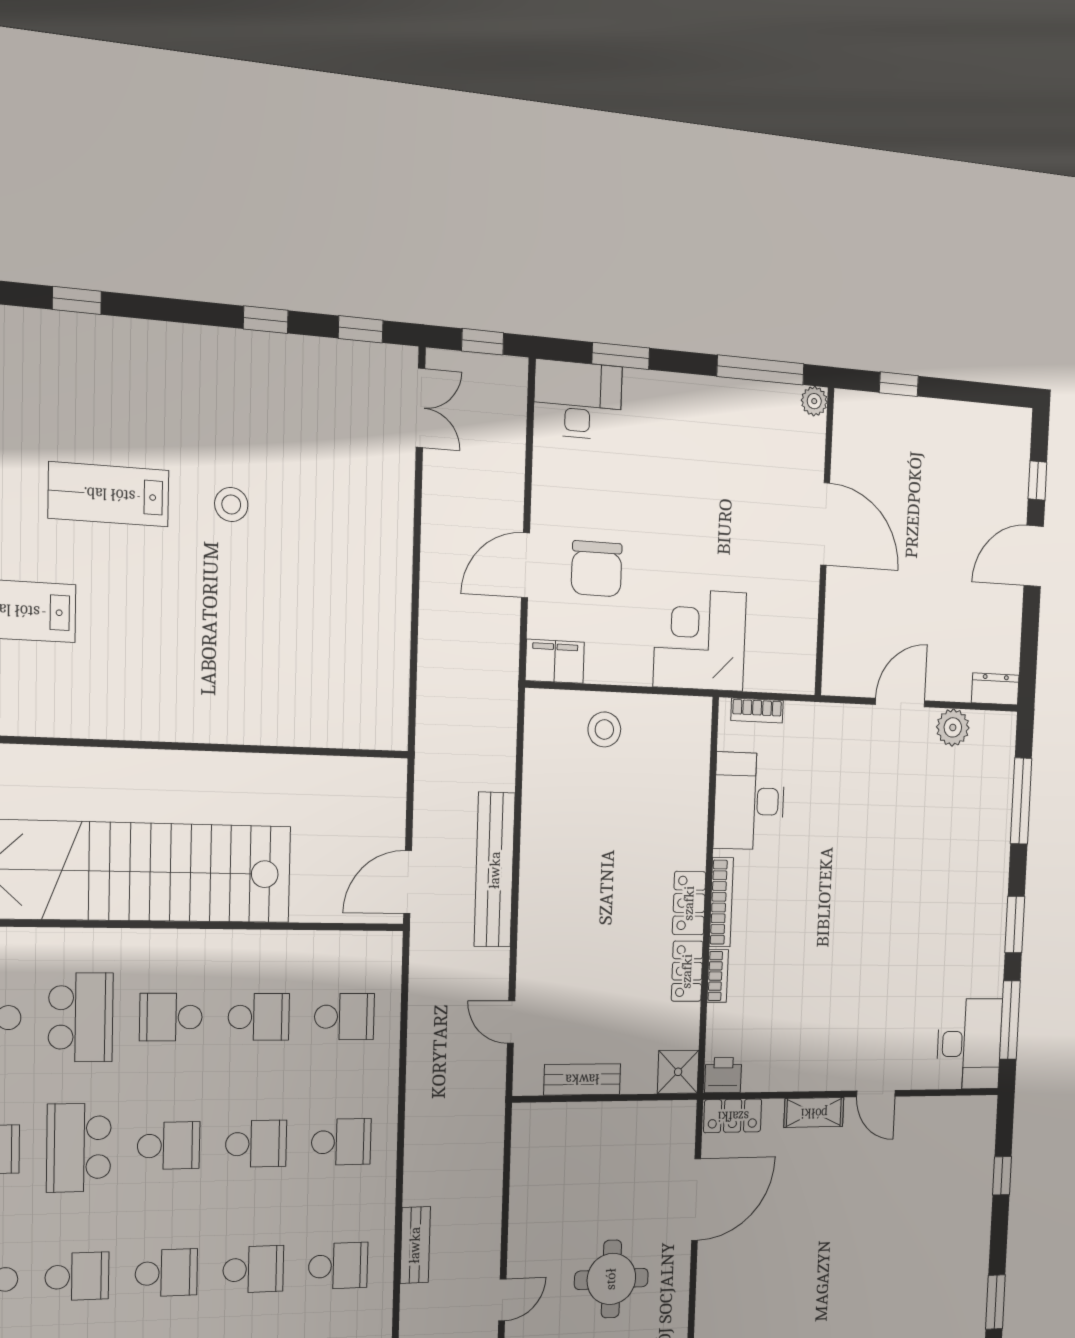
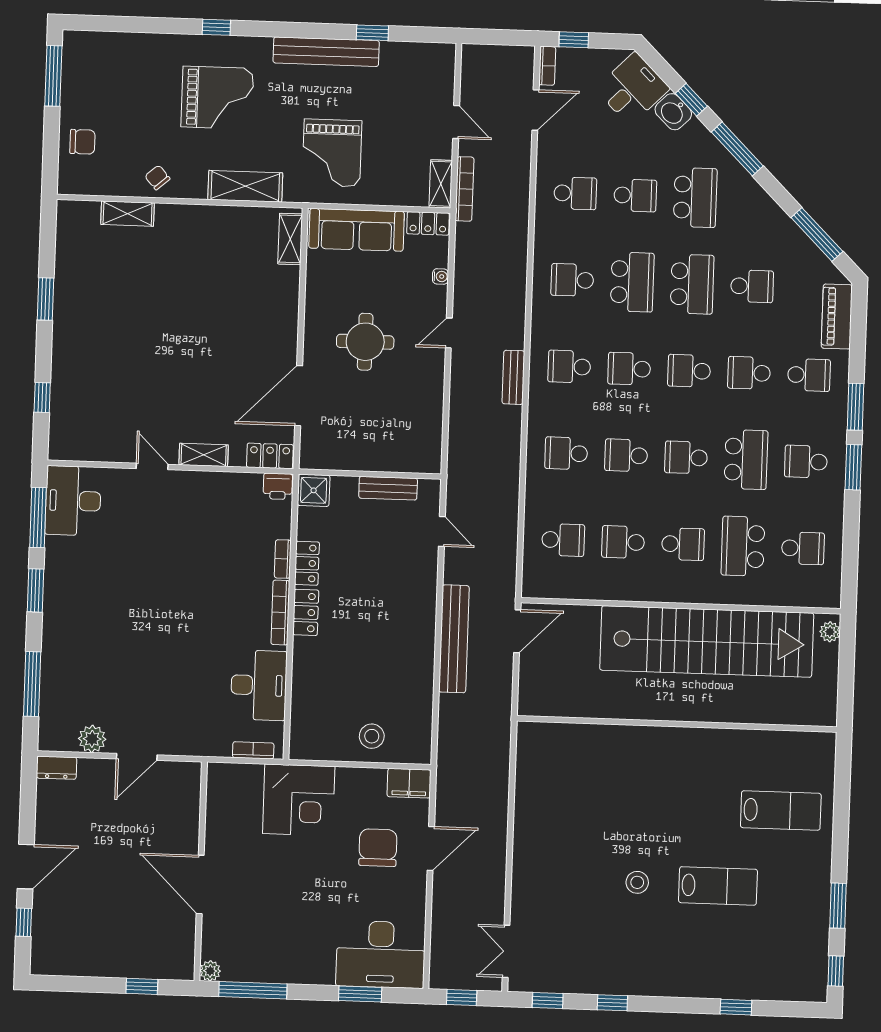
desk: (578, 400) -> (381, 954), width x1.36, depth x1.30
school desk: (344, 1017) -> (563, 540), turned 180

